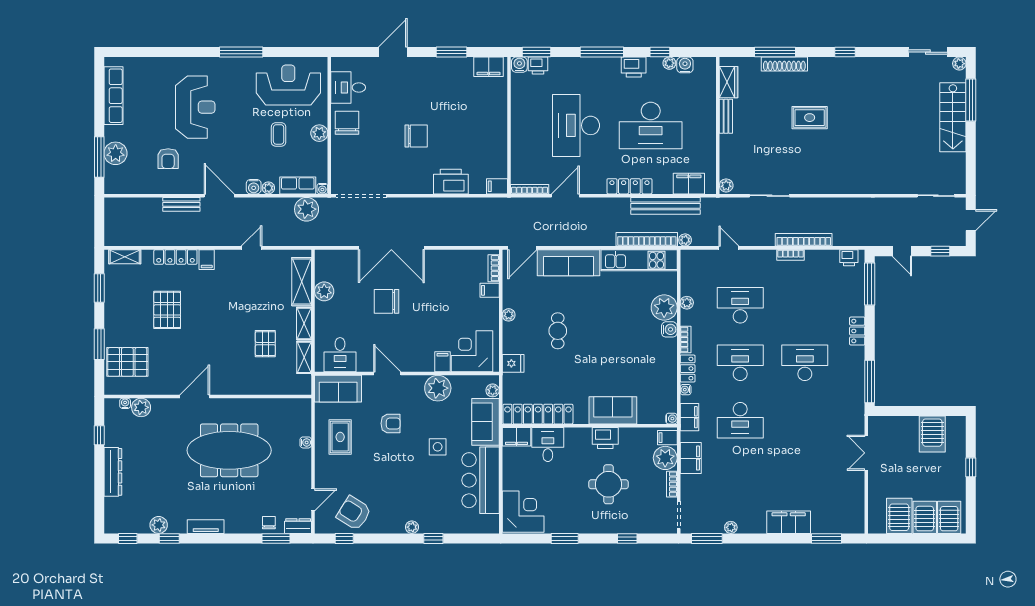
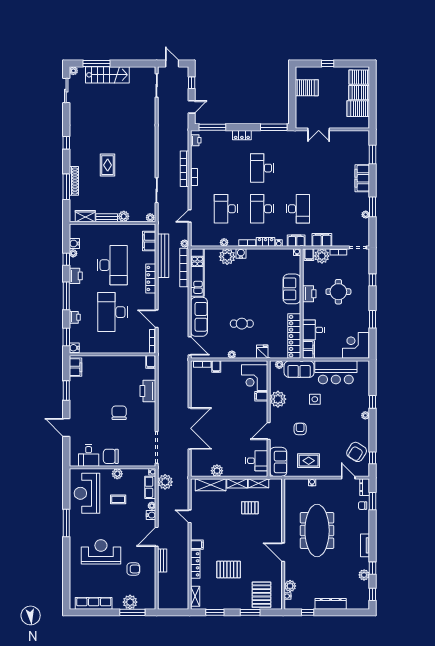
printer: (538, 66) -> (75, 317), moved
desk: (576, 125) -> (112, 312), turned 90
plant: (728, 143) -> (124, 216), added
chair: (386, 301) -> (223, 431), removed
window: (707, 538) -> (372, 207), moved

